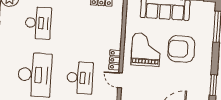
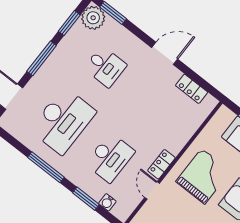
desk: (38, 23) -> (105, 67), width x0.73

